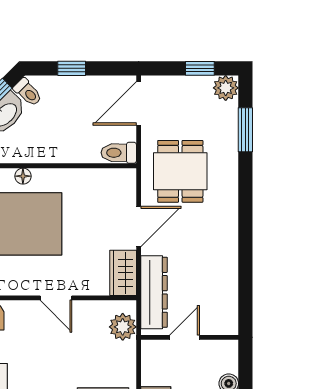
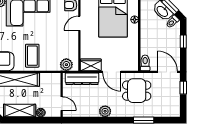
window: (200, 68) -> (183, 88), moved
plant: (226, 88) -> (105, 111), moved
window: (245, 130) -> (144, 120), moved
door: (56, 298) -> (79, 23), moved
door: (185, 337) -> (62, 104), moved

